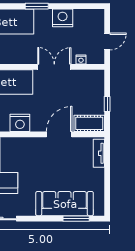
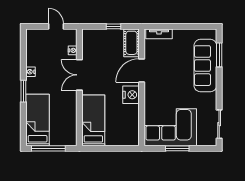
nightstand: (63, 18) -> (31, 72), width x0.53, depth x0.56
nightstand: (20, 123) -> (131, 95), moved
door: (59, 134) -> (142, 70), hinge flipped

